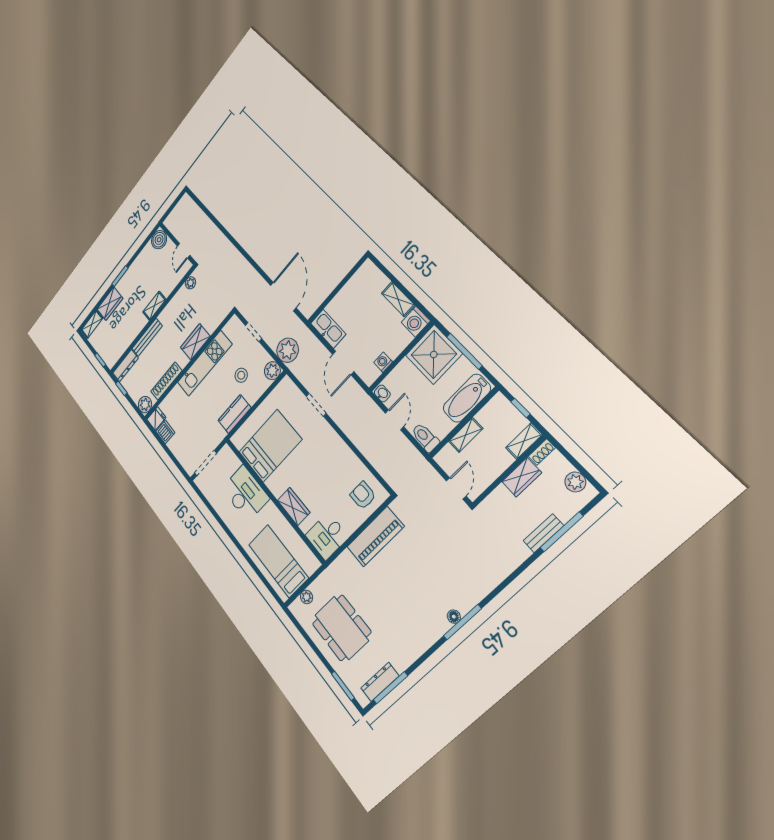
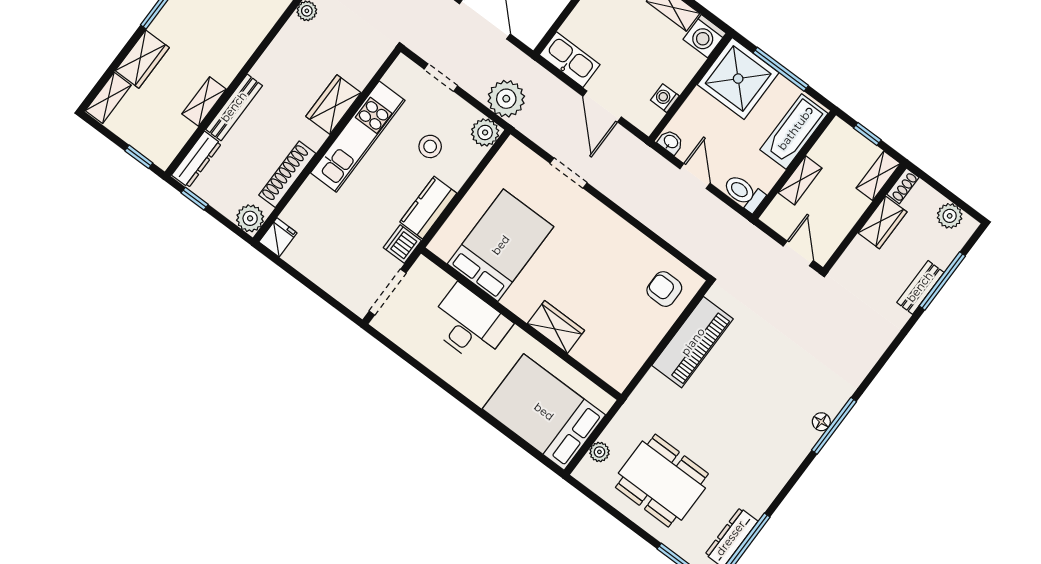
shelving: (154, 306) -> (204, 102), moved
dishwasher: (165, 432) -> (402, 244), moved, turned -90
desk: (327, 536) -> (617, 358), removed
bed: (278, 561) -> (544, 412), width x1.50

